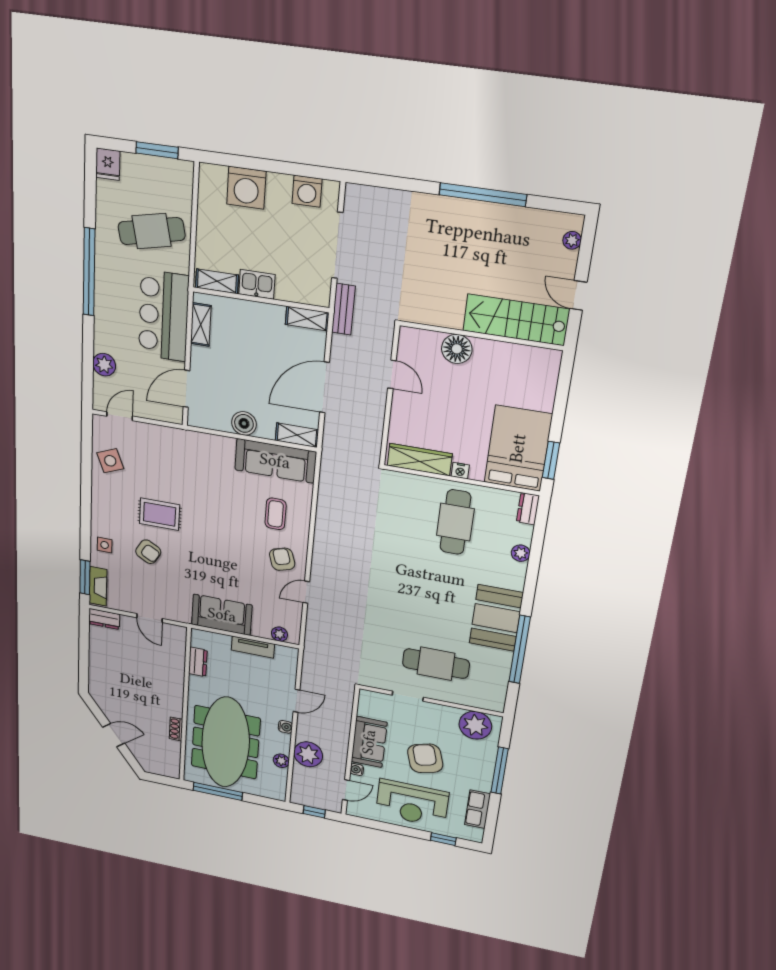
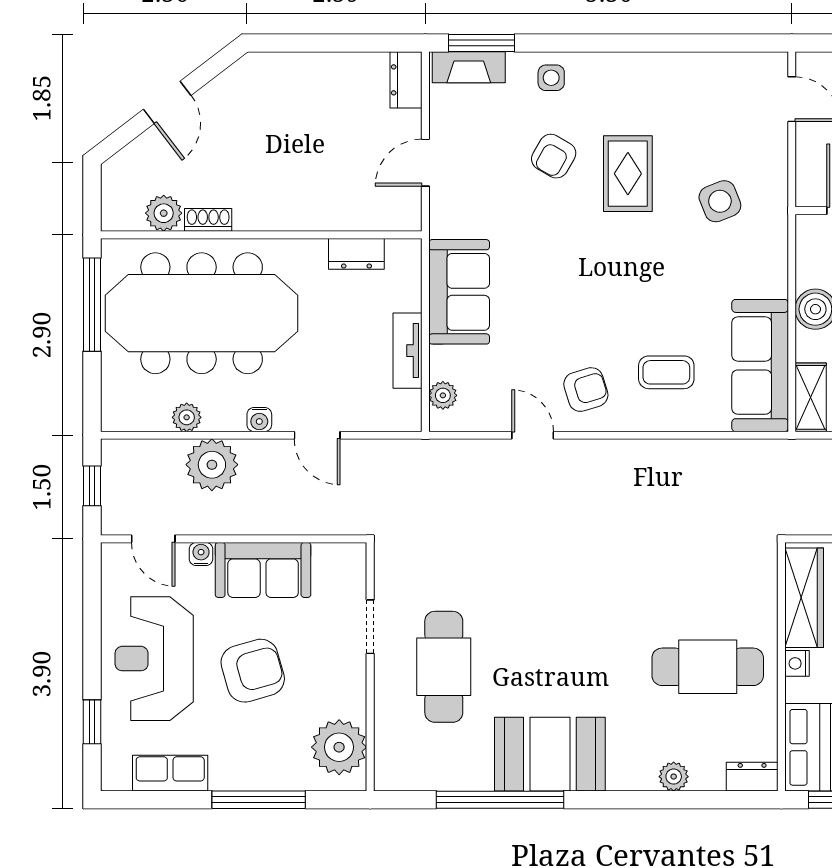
side table: (110, 461) -> (720, 201), moved
plant: (171, 749) -> (164, 213), added

